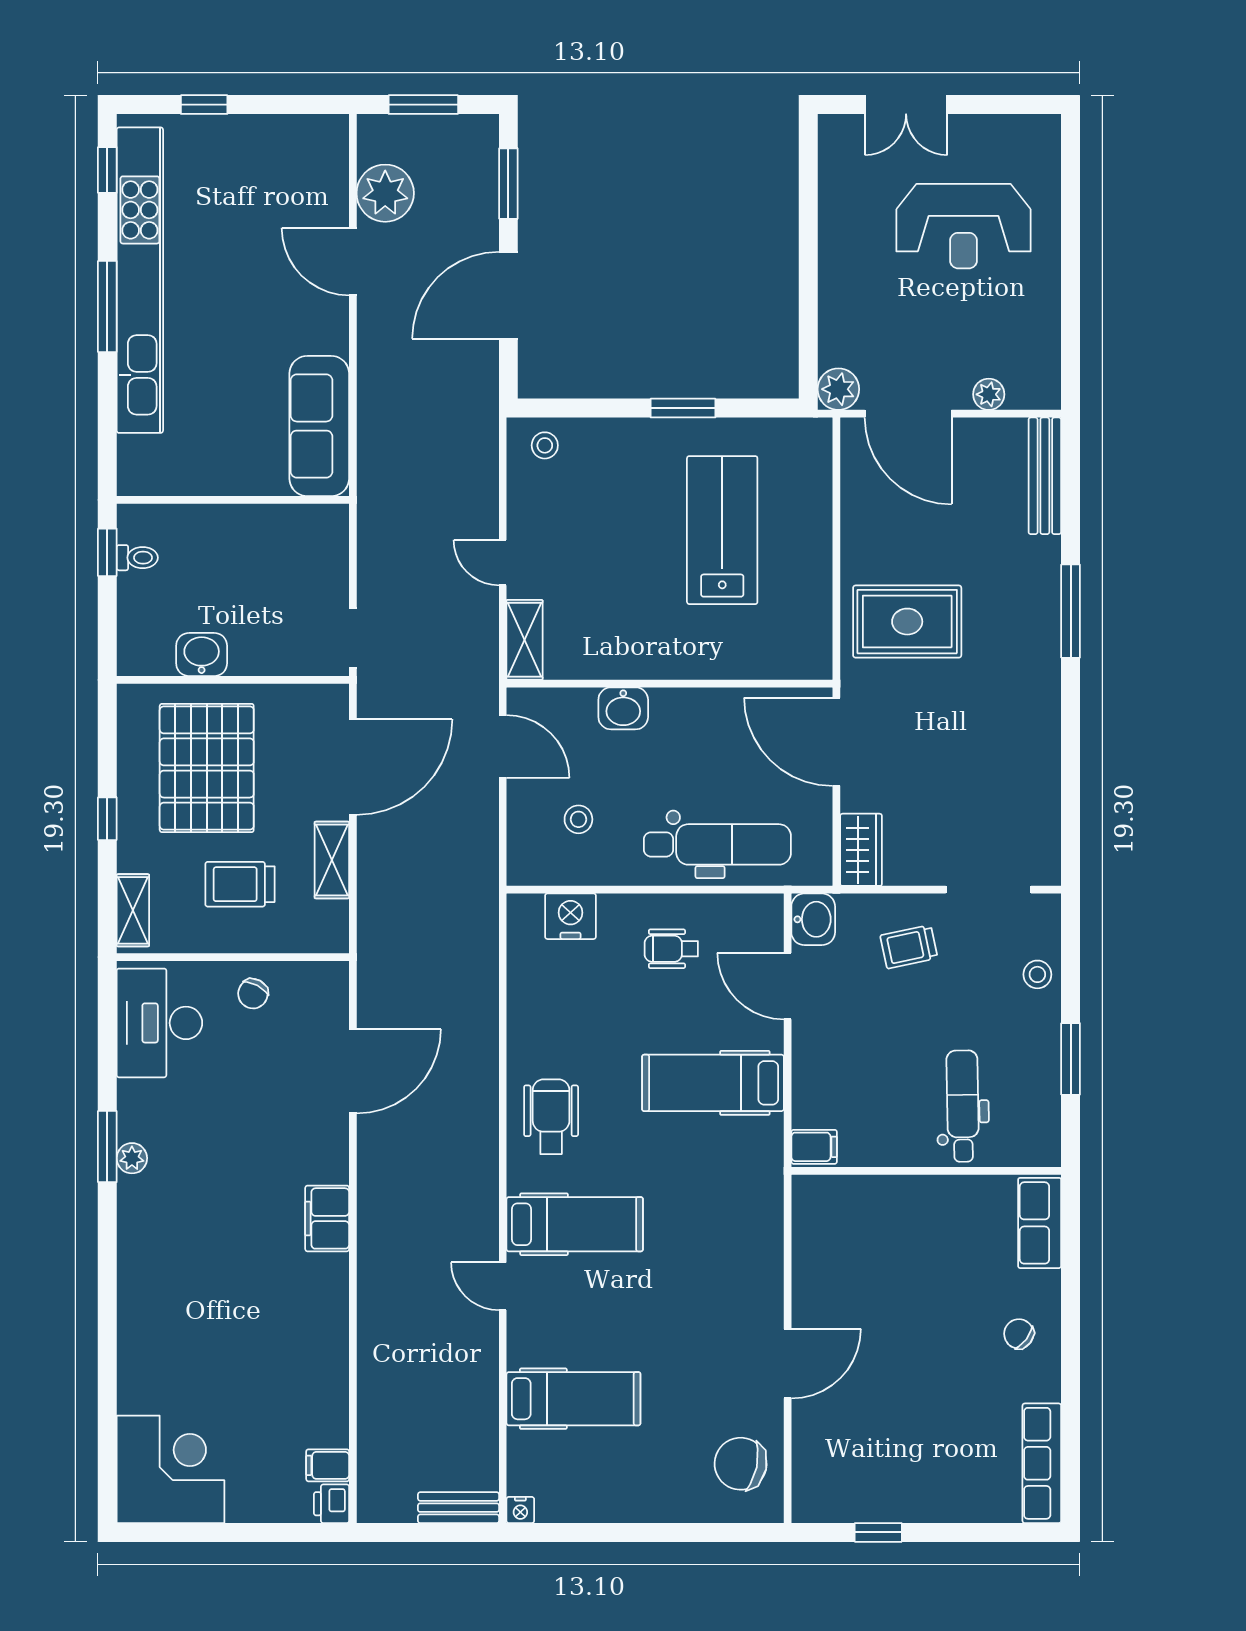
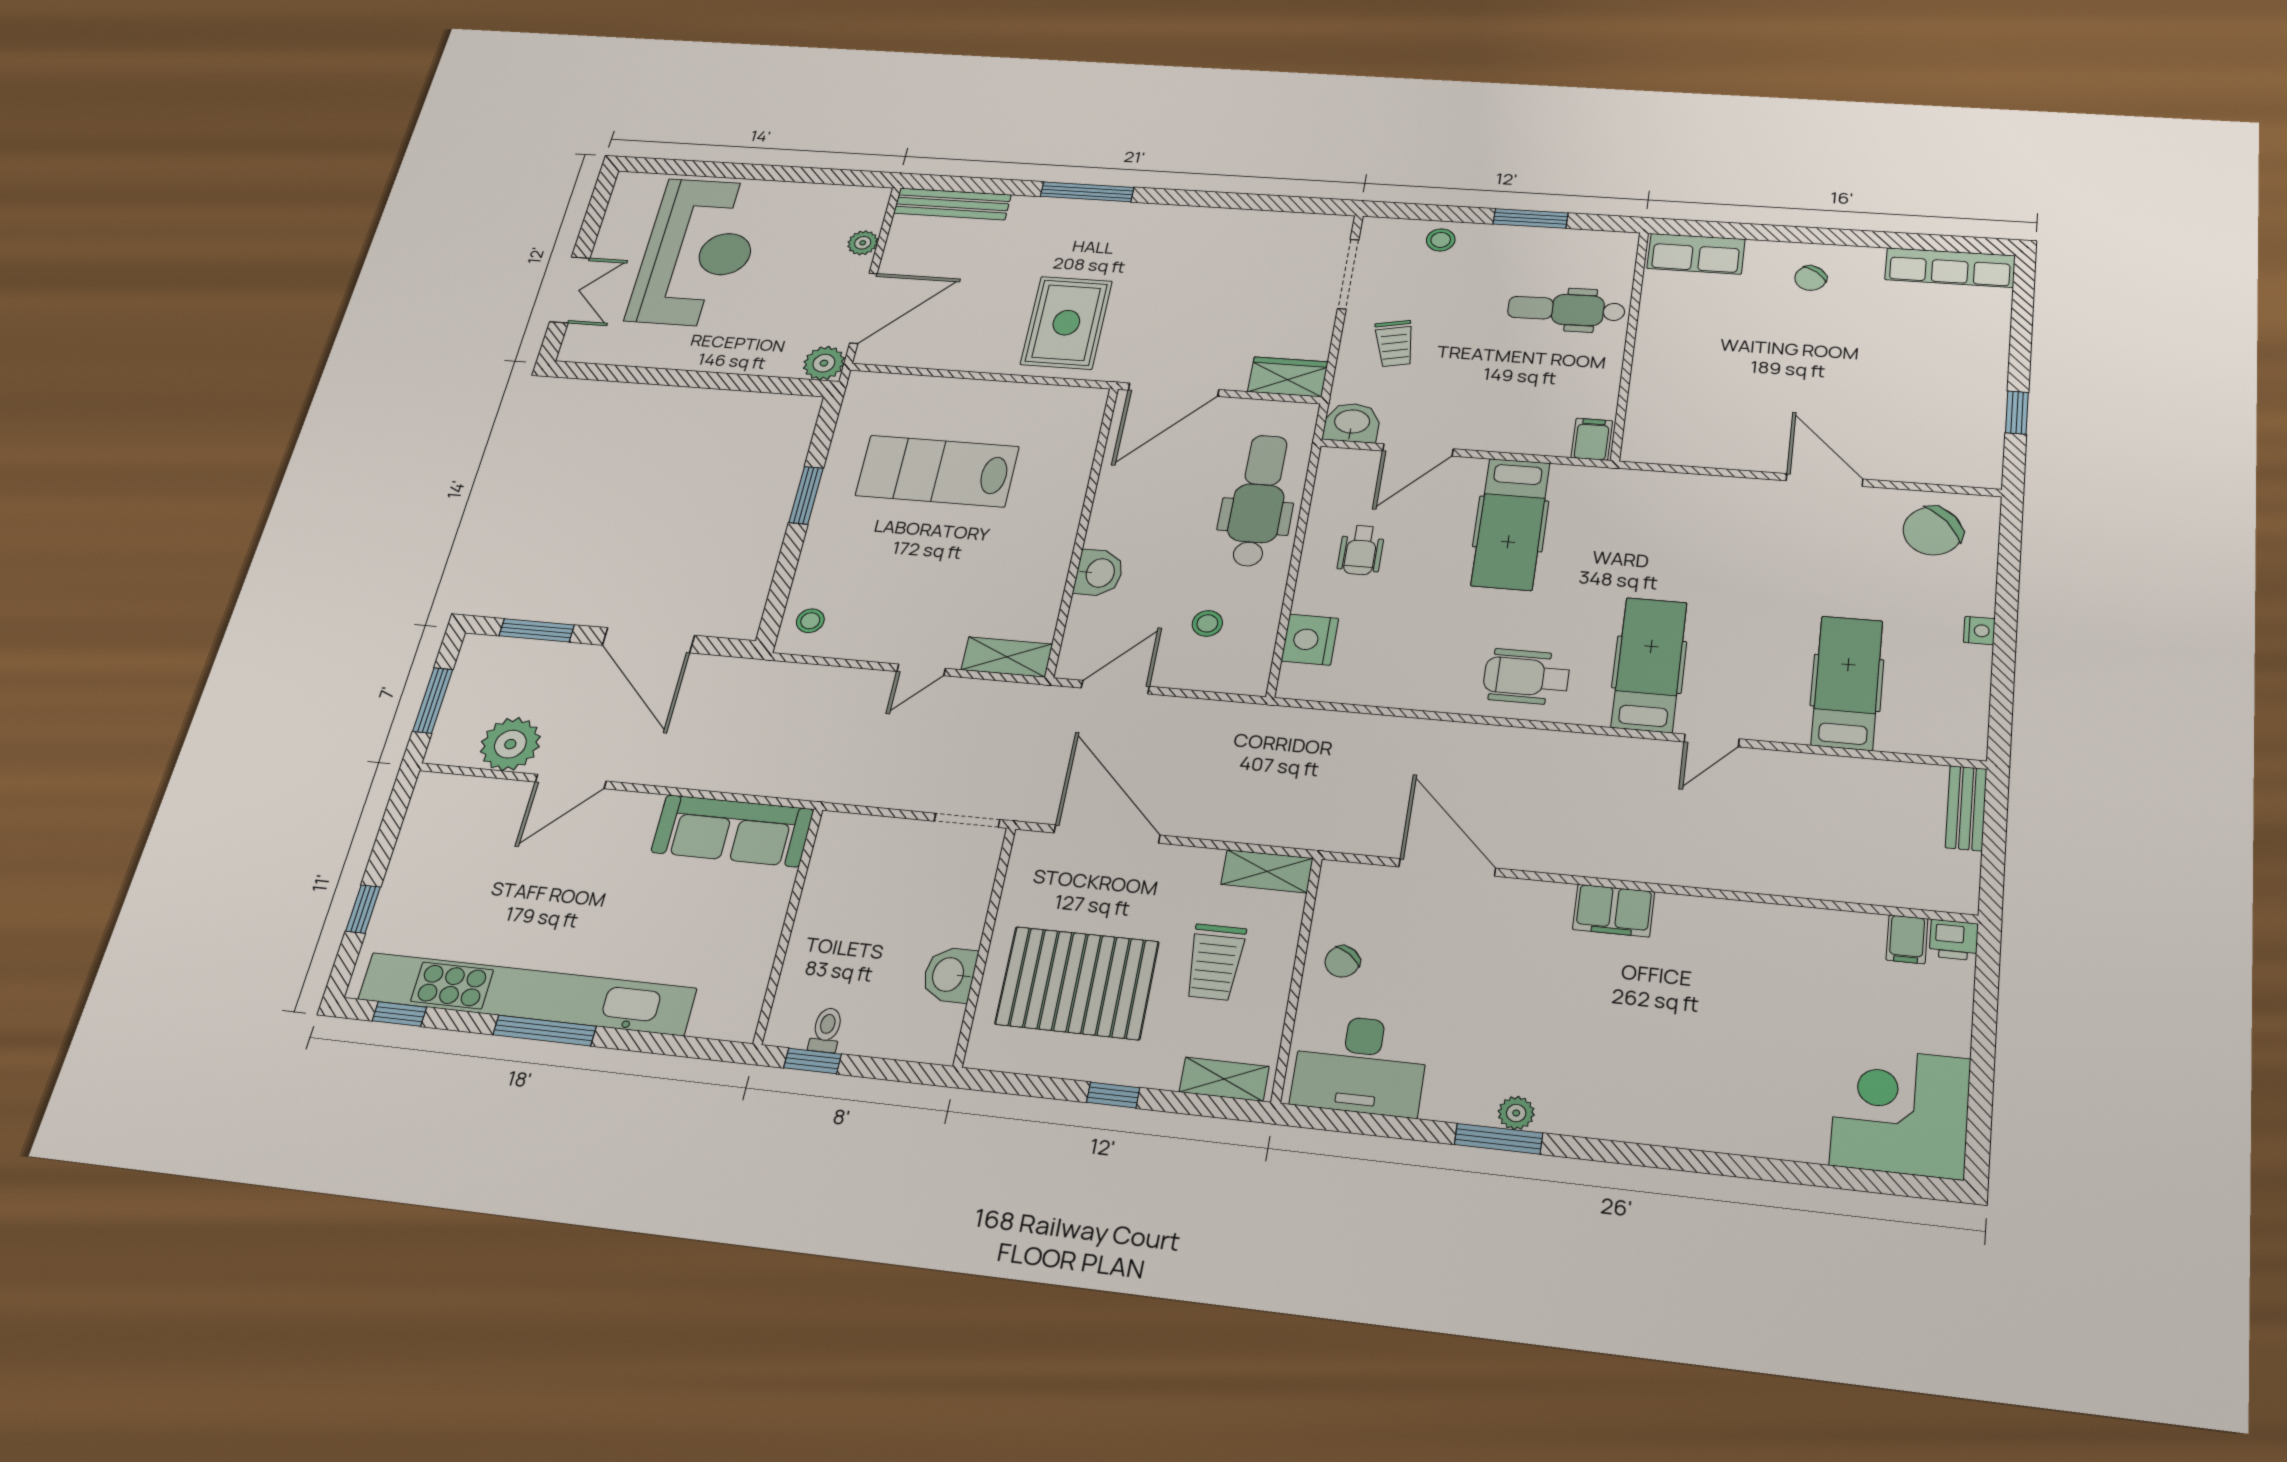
reception desk: (964, 226) -> (698, 252), width x1.36, depth x1.30
shelving: (332, 860) -> (1267, 871), moved
chair: (253, 994) -> (1342, 962), turned 98
chair: (741, 1464) -> (1933, 531), turned 35
nightstand: (520, 1510) -> (1979, 631), moved

